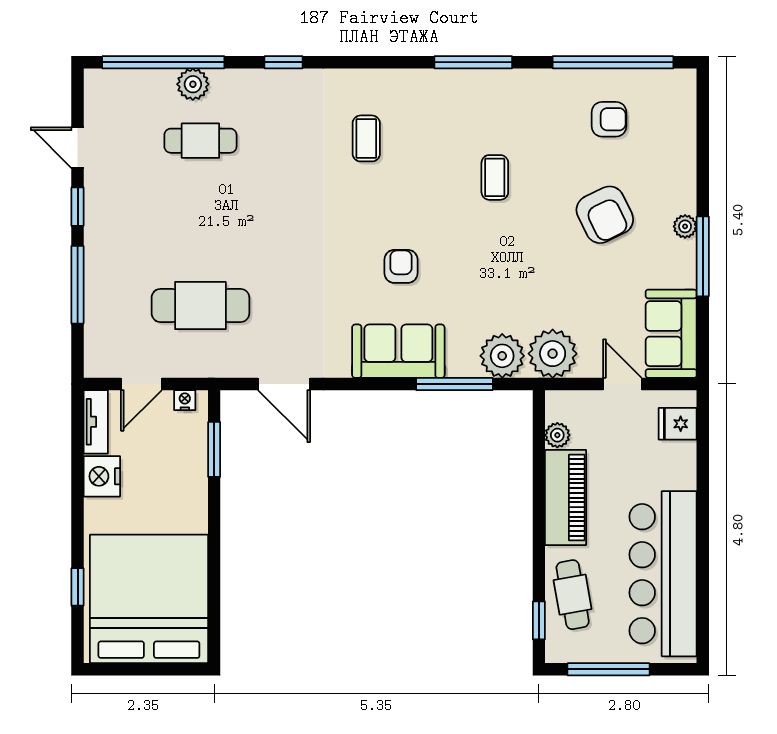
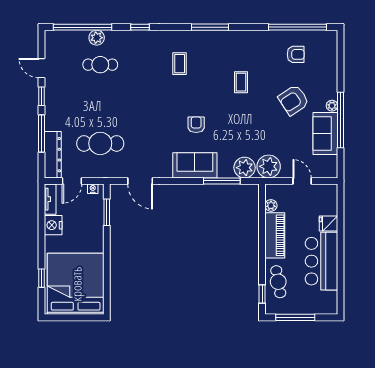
window: (473, 62) -> (210, 27), moved
armchair: (605, 215) -> (294, 100), turned 83
window: (703, 256) -> (340, 120), width x1.46
dresser: (101, 329) -> (53, 155), added
sofa: (671, 334) -> (325, 133), moved
fridge: (678, 424) -> (328, 223), moved
bar counter: (663, 574) -> (321, 261), width x0.73

